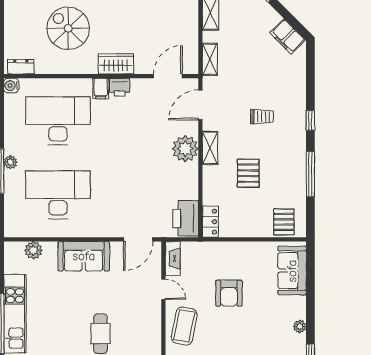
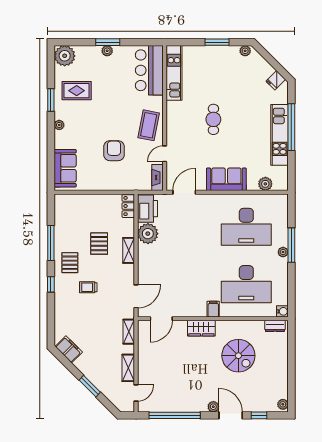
printer: (120, 87) -> (199, 310), removed
shelving: (210, 148) -> (129, 250), moved
plant: (185, 149) -> (148, 234), moved
pallet: (284, 222) -> (70, 263), moved
door: (163, 289) -> (165, 154), hinge flipped

